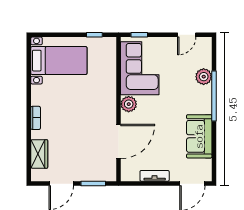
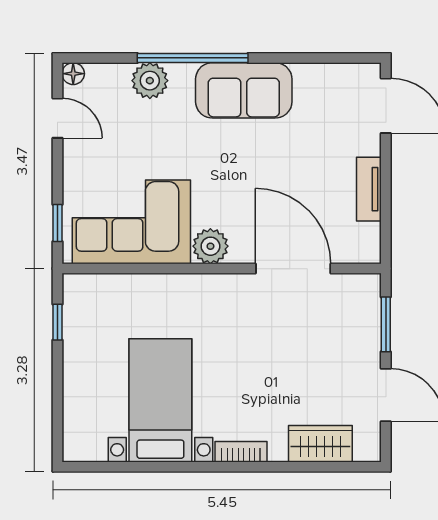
floor lamp: (207, 42) -> (73, 74), added
bed with nightstands: (59, 61) -> (160, 400), moved
sofa: (199, 136) -> (244, 90), moved

